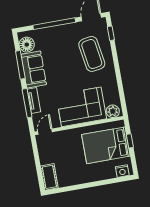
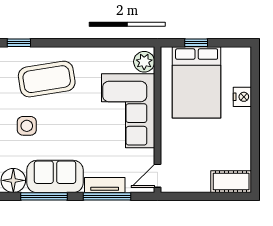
side table: (61, 47) -> (27, 126), added
door: (45, 132) -> (157, 176), hinge flipped
nightstand: (122, 171) -> (242, 97), moved

